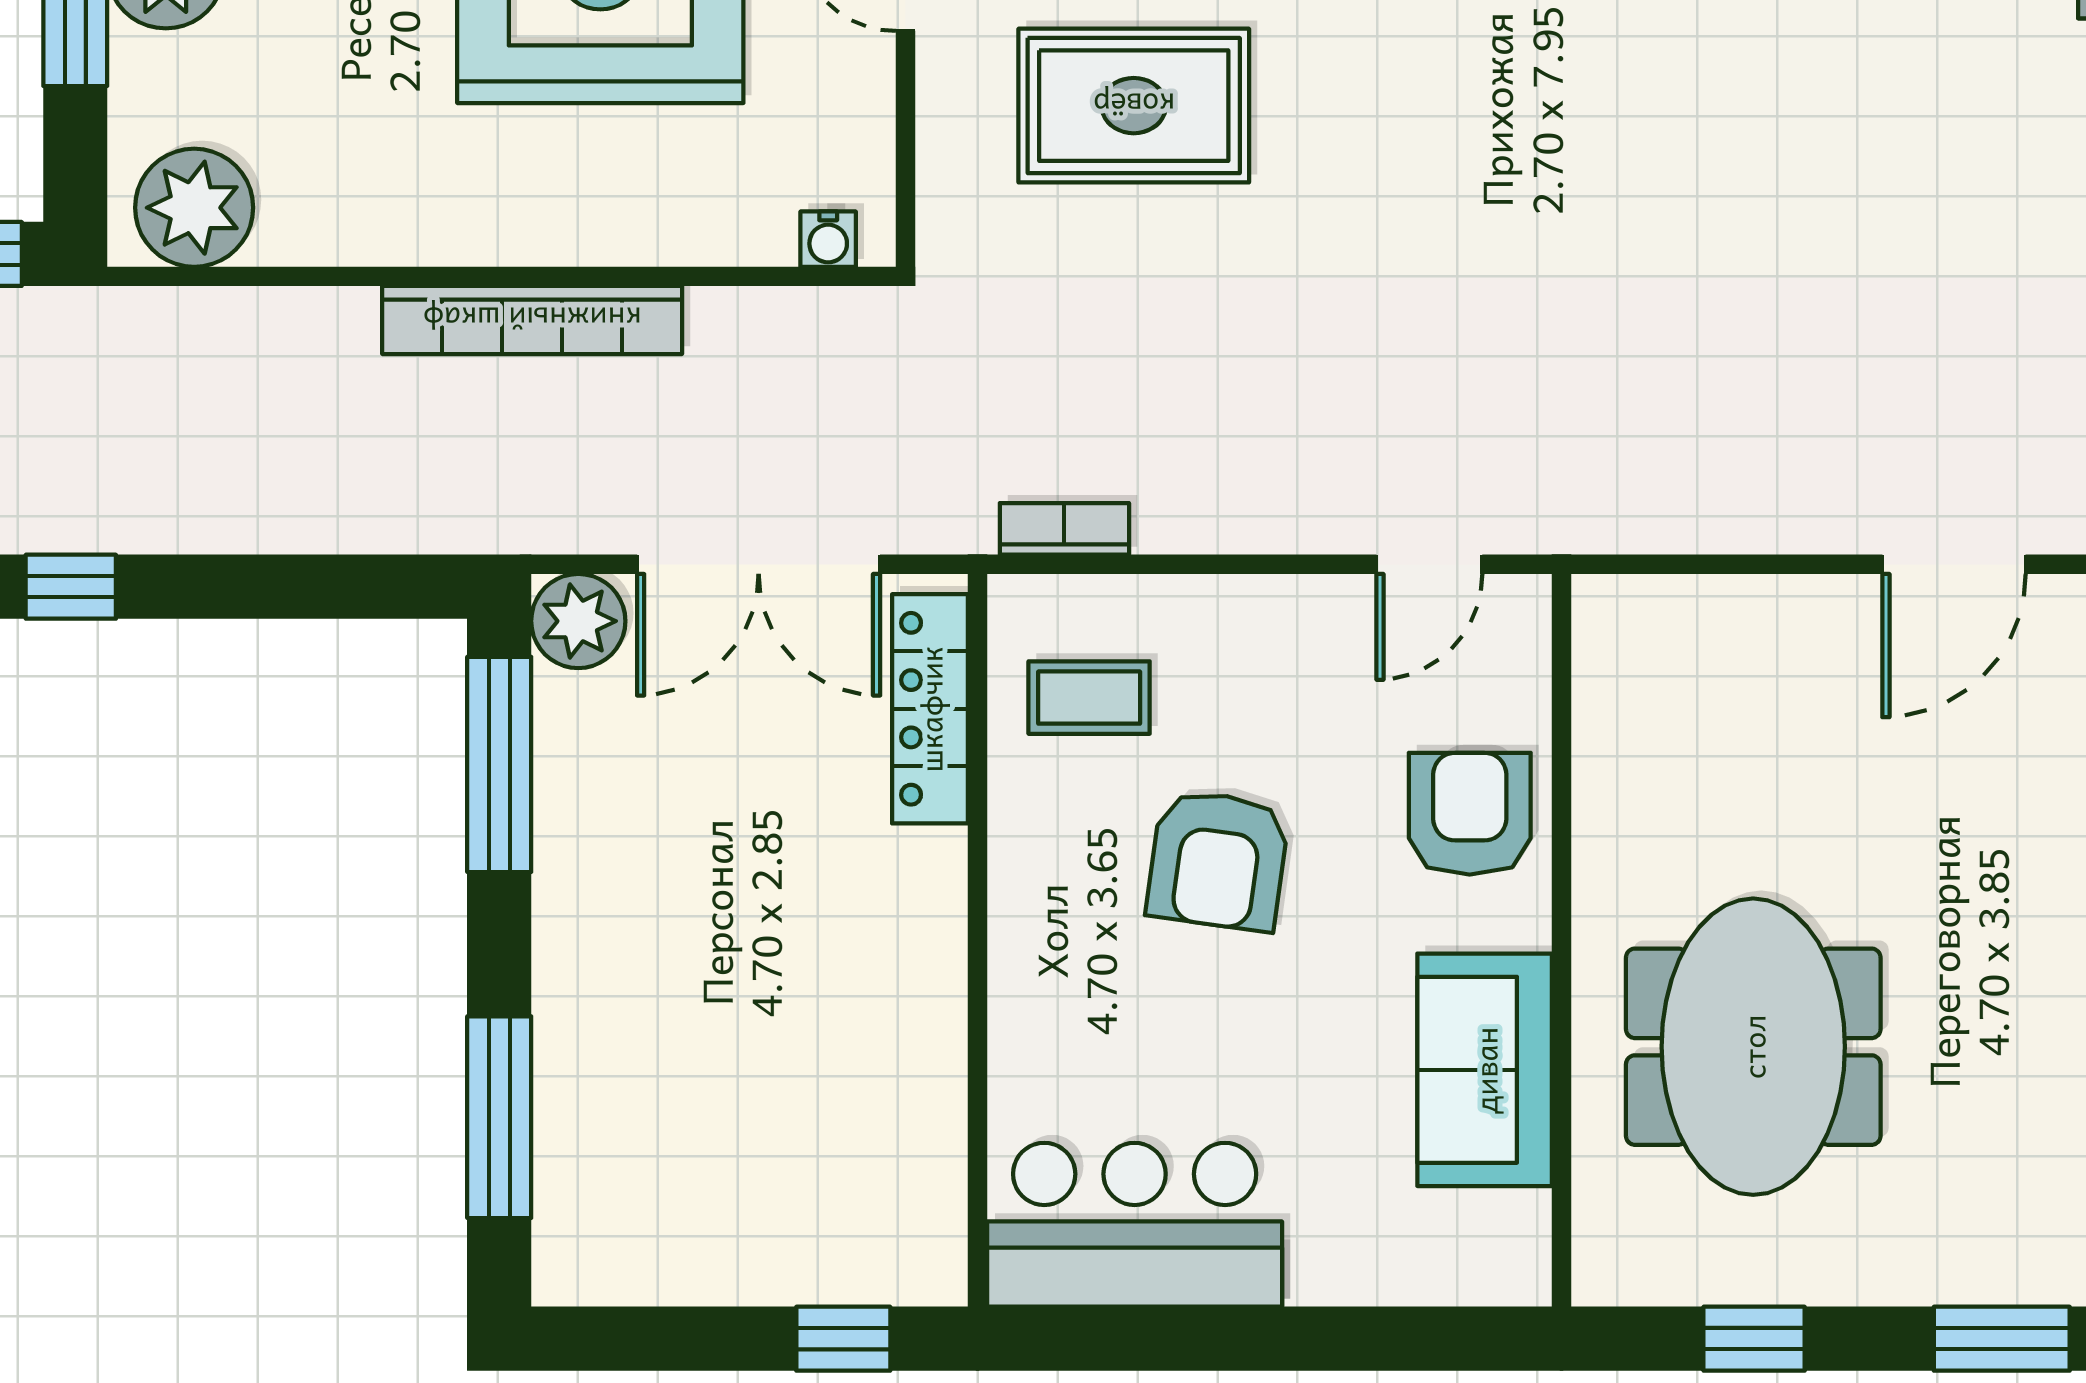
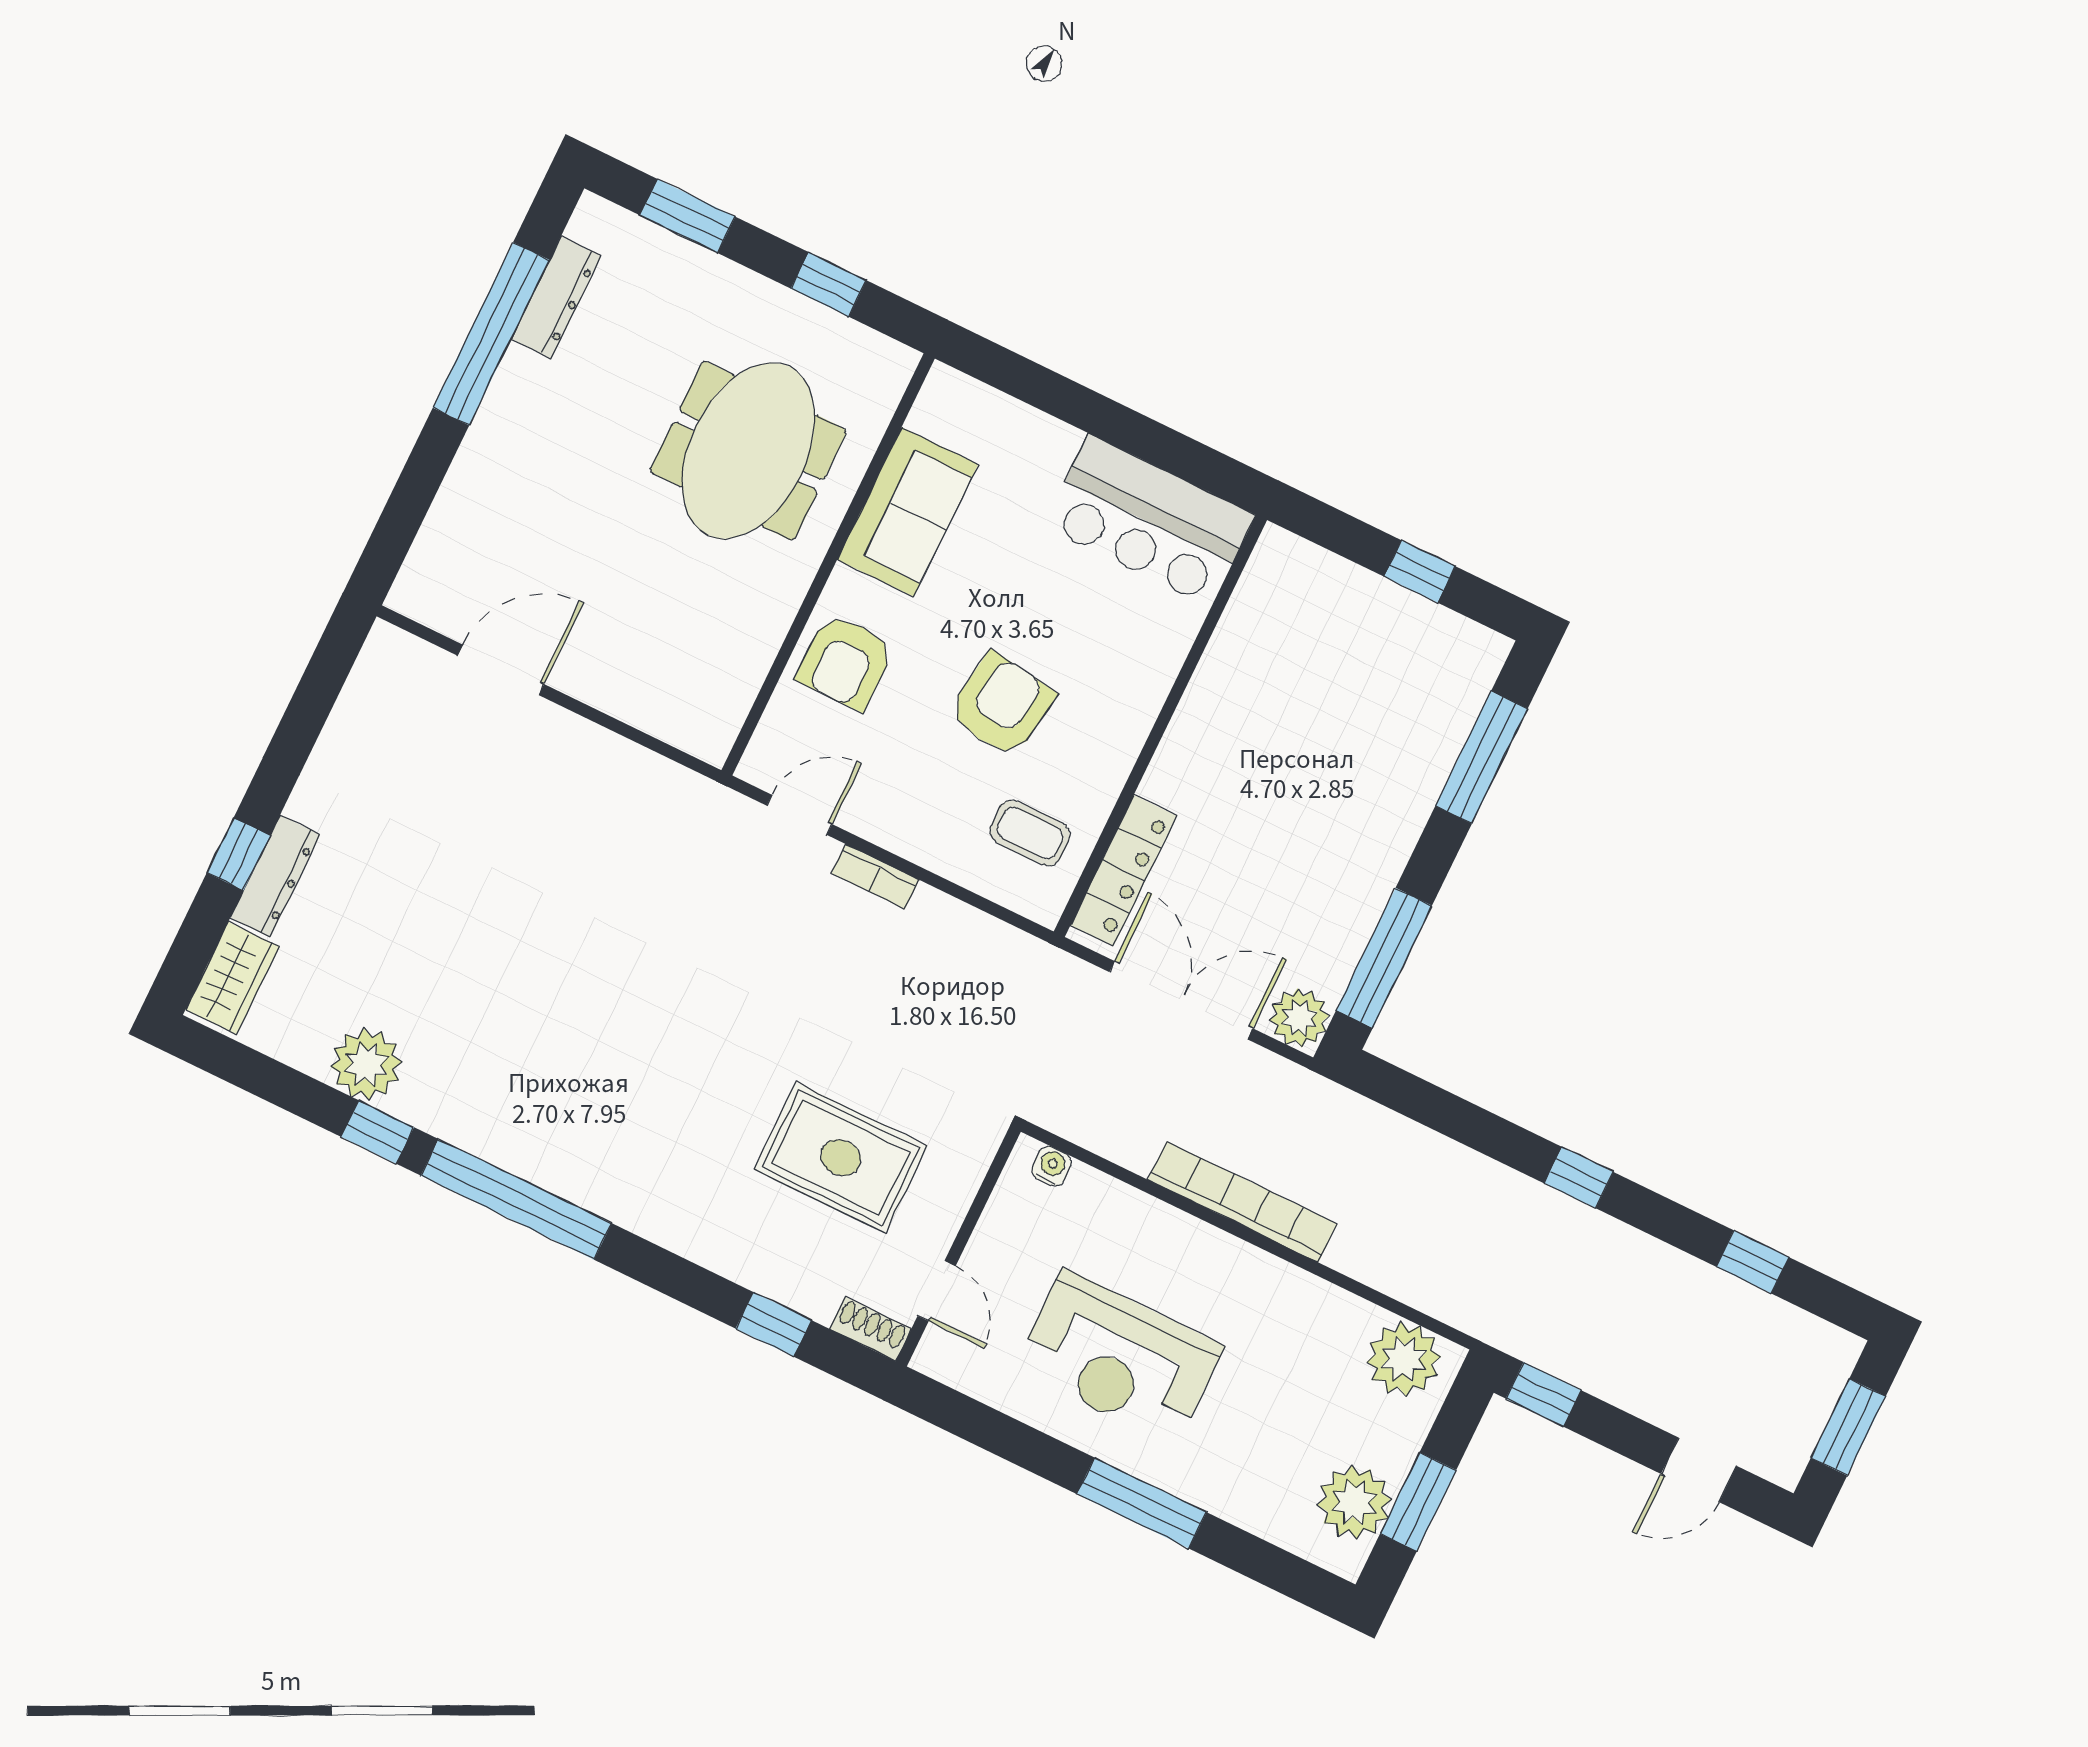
bookcase: (1064, 529) -> (875, 877), moved
window: (843, 1339) -> (1420, 571), moved

